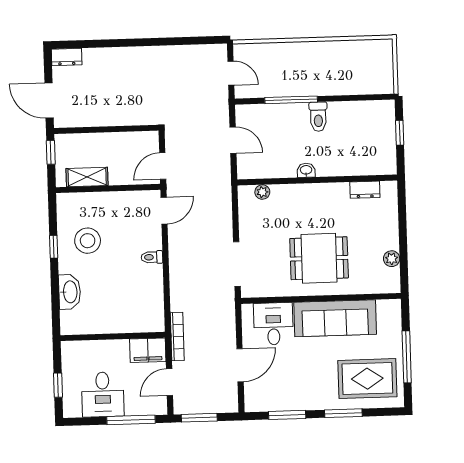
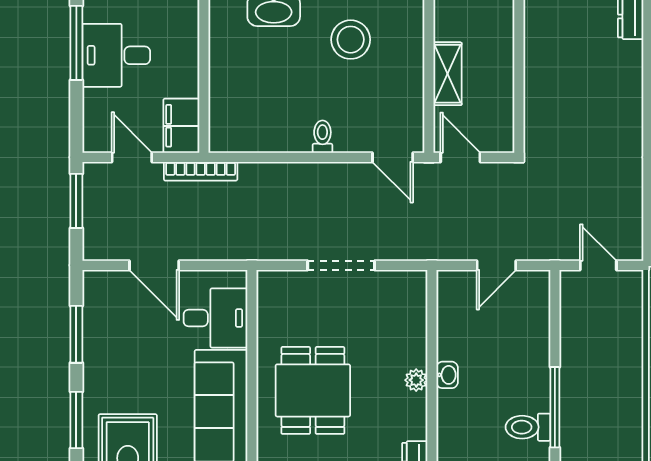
door: (231, 73) -> (598, 265), swing flipped
window: (291, 100) -> (555, 407), moved
toilet: (318, 117) -> (528, 427), moved
shelving: (87, 177) -> (447, 74), moved
plant: (262, 192) -> (416, 380), moved
doorway: (237, 264) -> (341, 265), moved
window: (131, 420) -> (76, 43), moved

